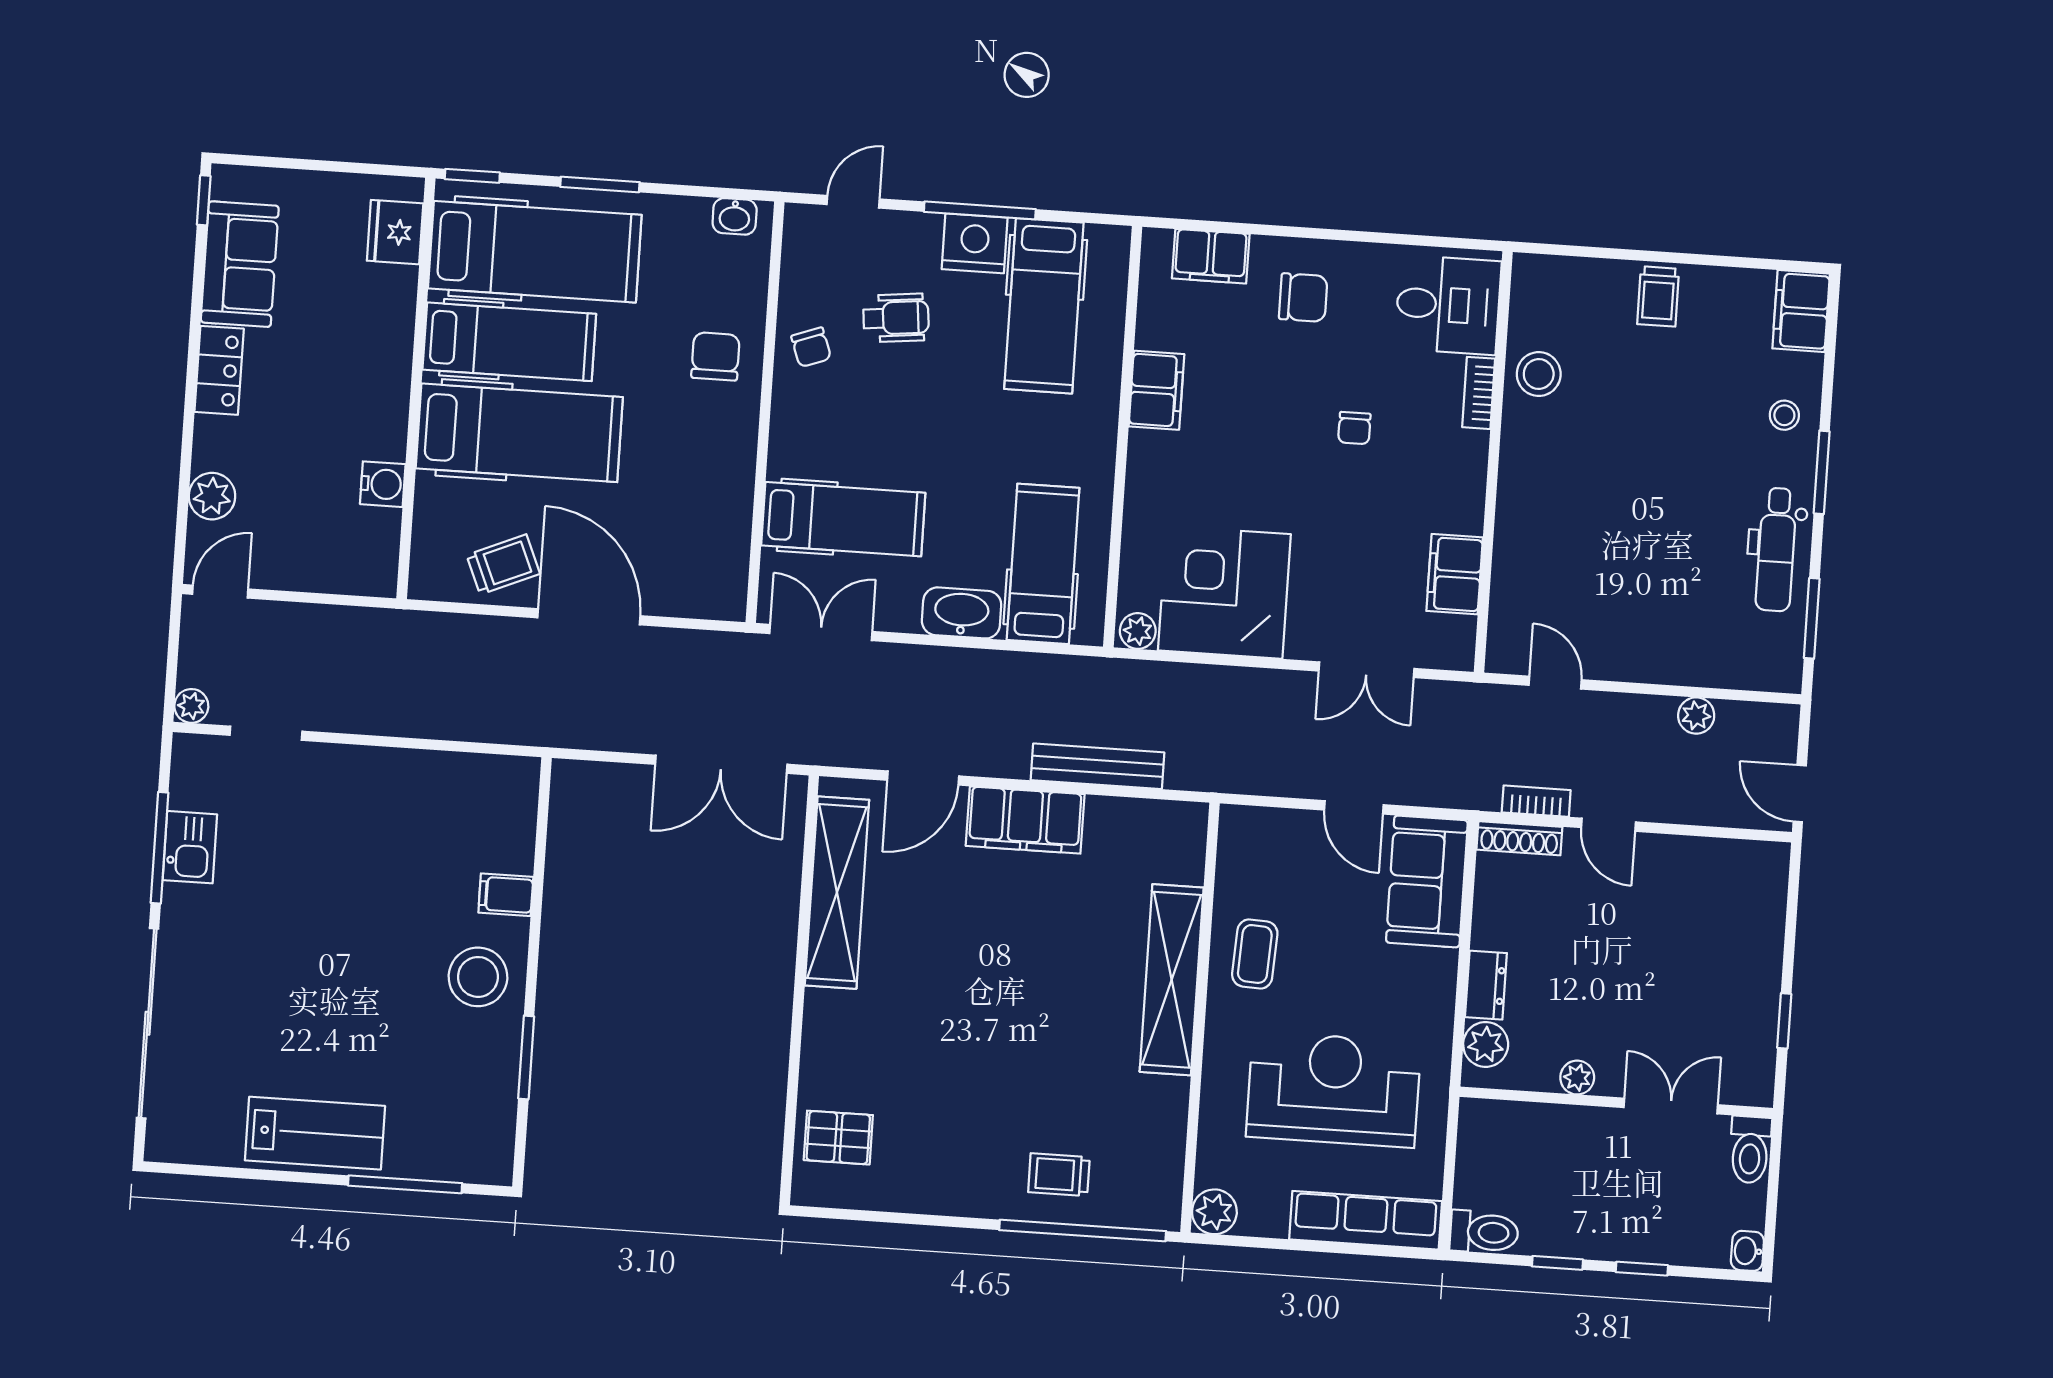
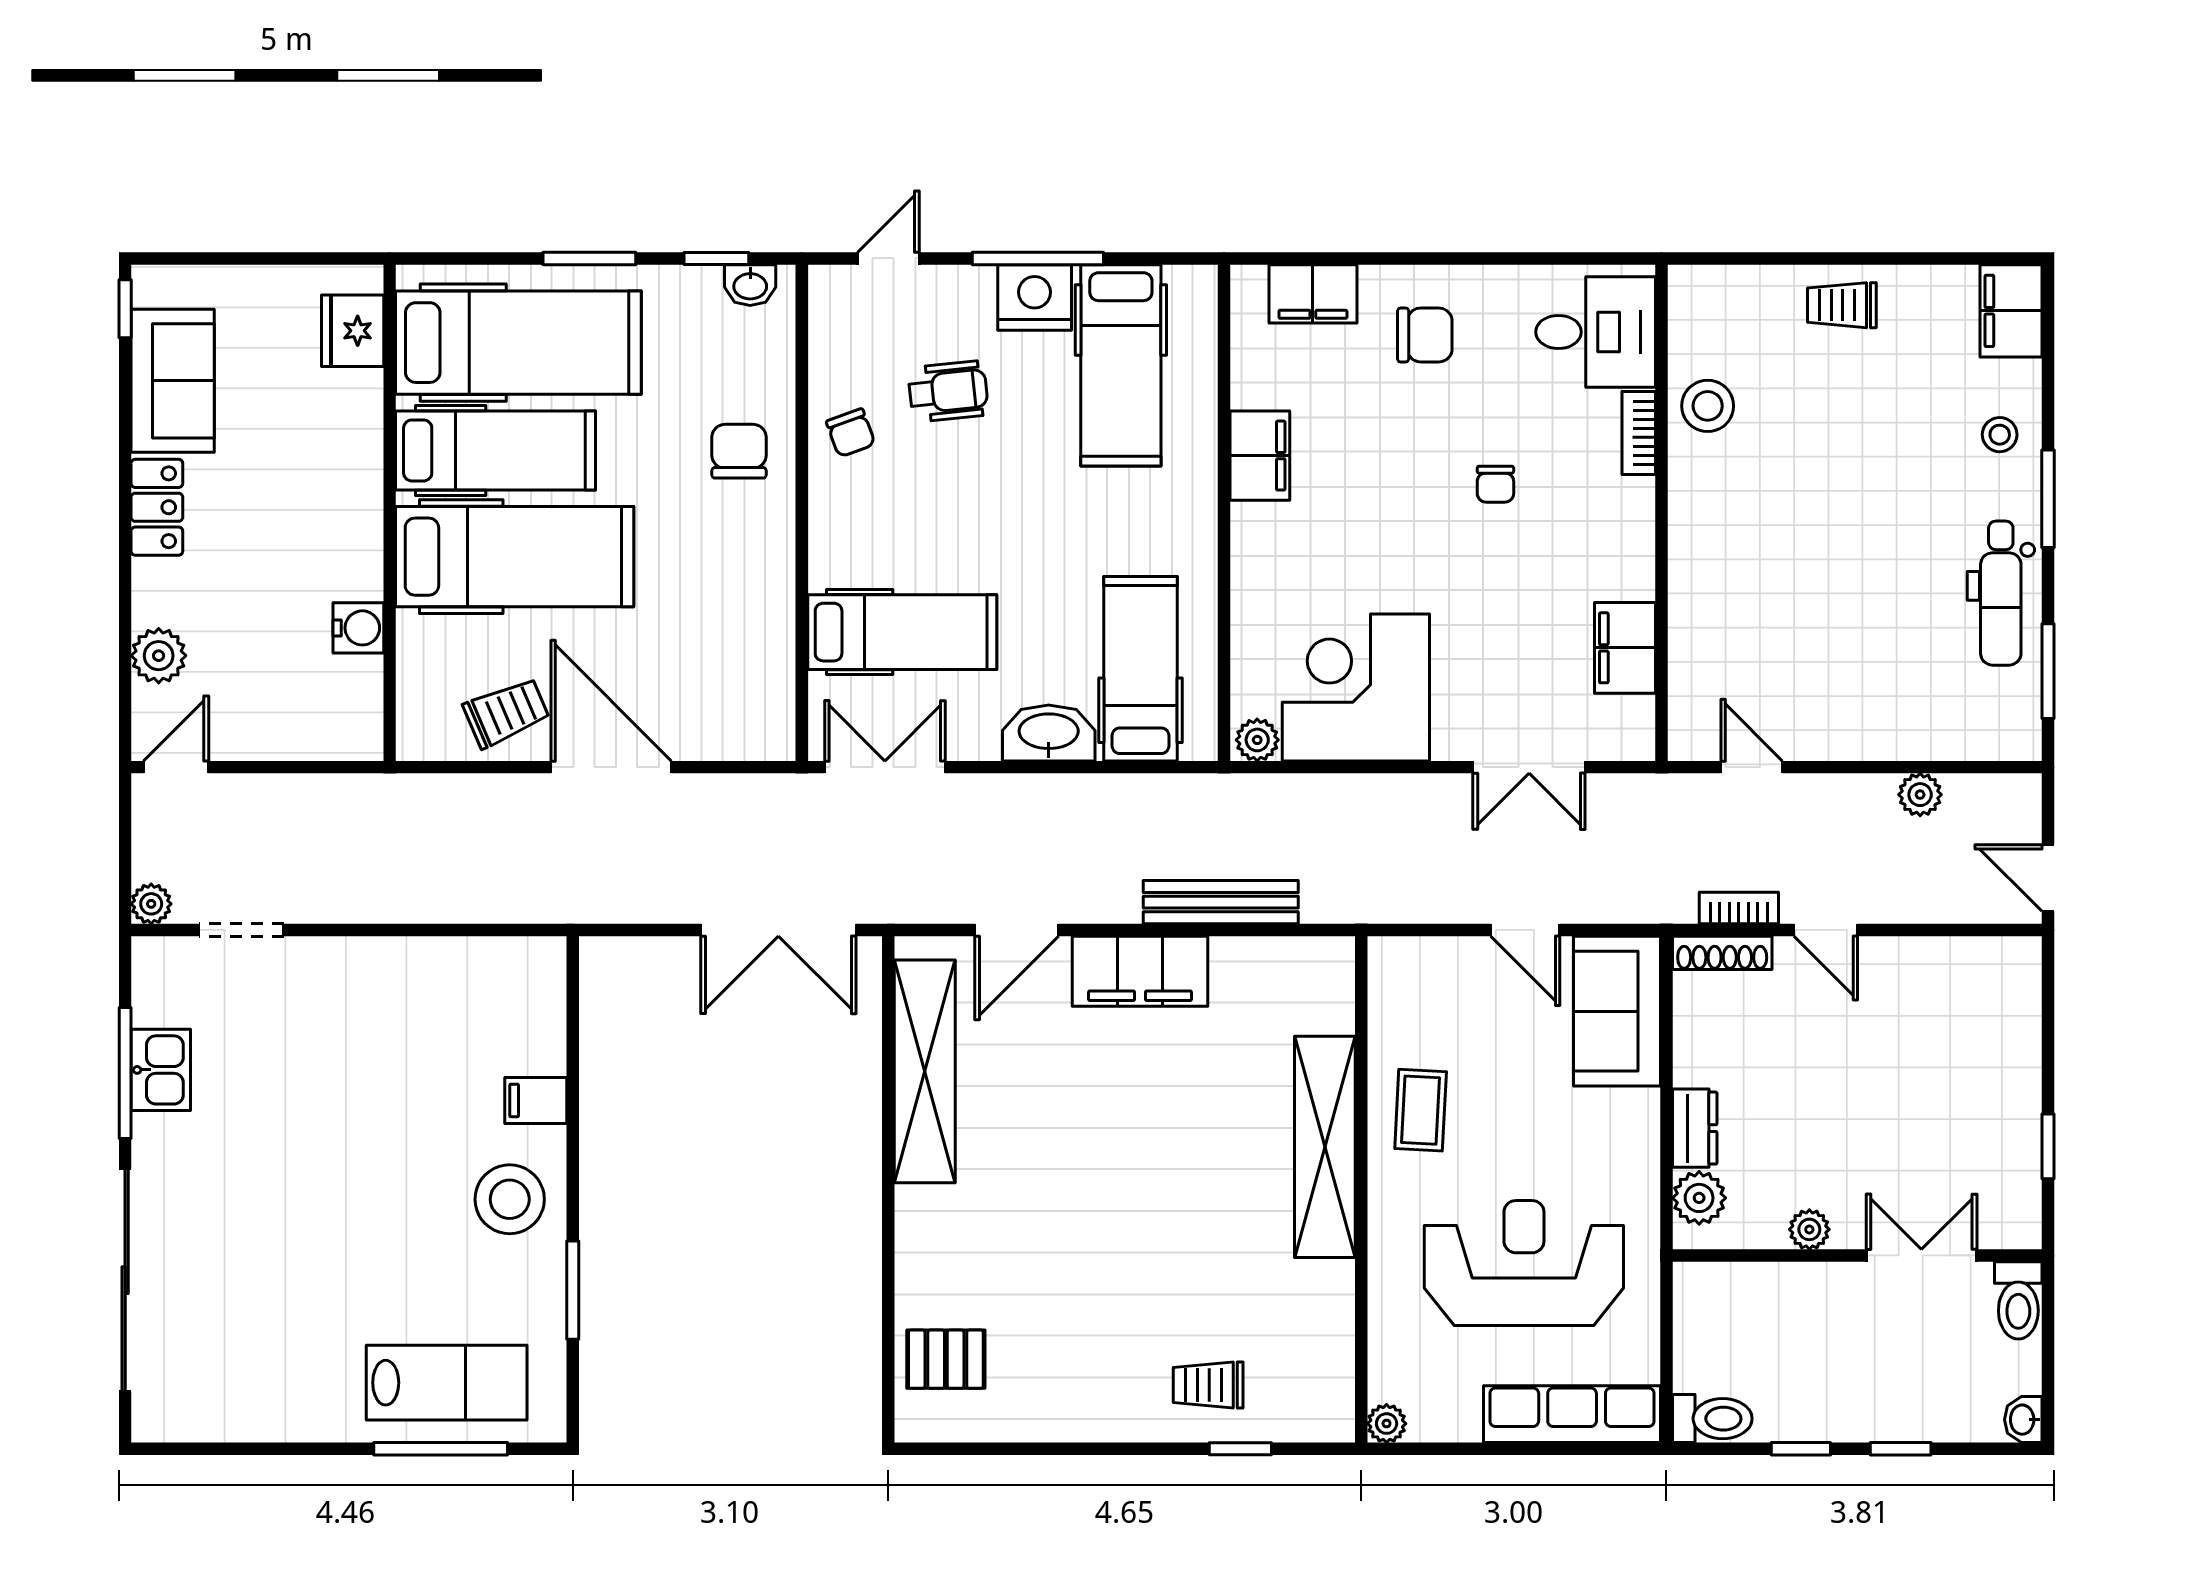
window: (472, 176) -> (716, 258), moved
trolley: (1658, 296) -> (1842, 305), turned 90
lab bench: (315, 1133) -> (447, 1383), moved
plant: (1214, 1212) -> (1387, 1424), width x0.73, depth x0.73
window: (1083, 1231) -> (1240, 1449), width x0.32

